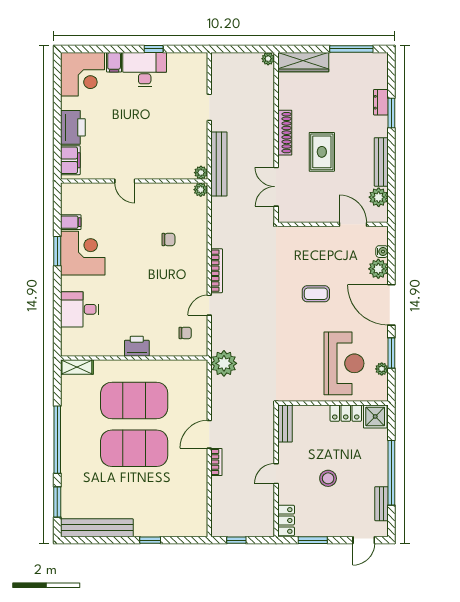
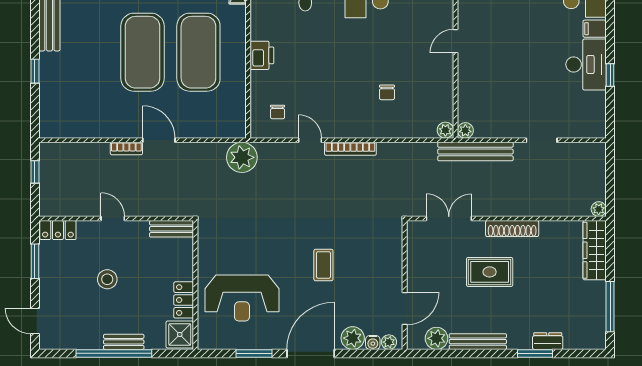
plant: (382, 369) -> (389, 342), moved
bench: (382, 504) -> (124, 342), moved

